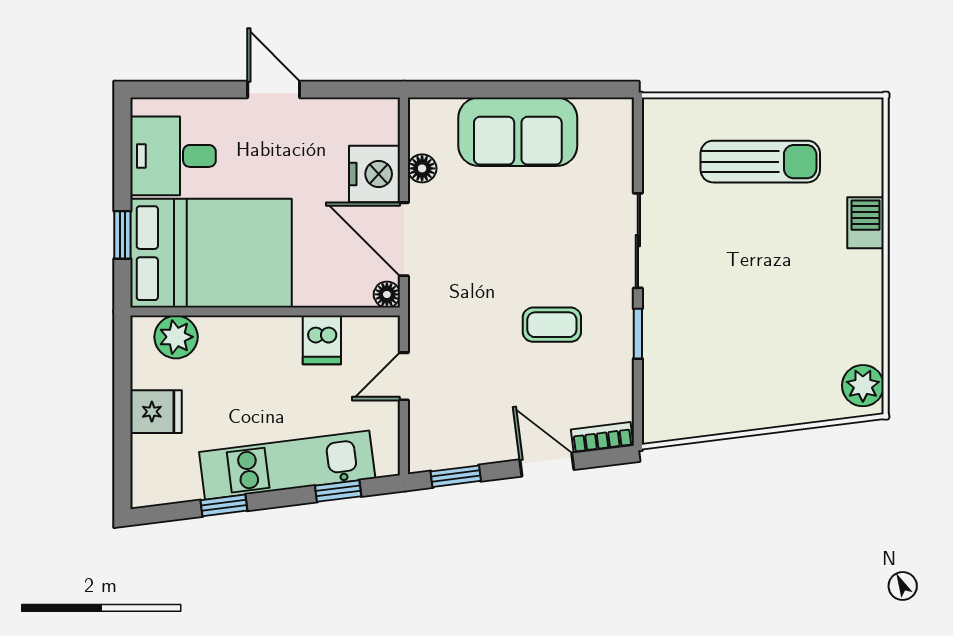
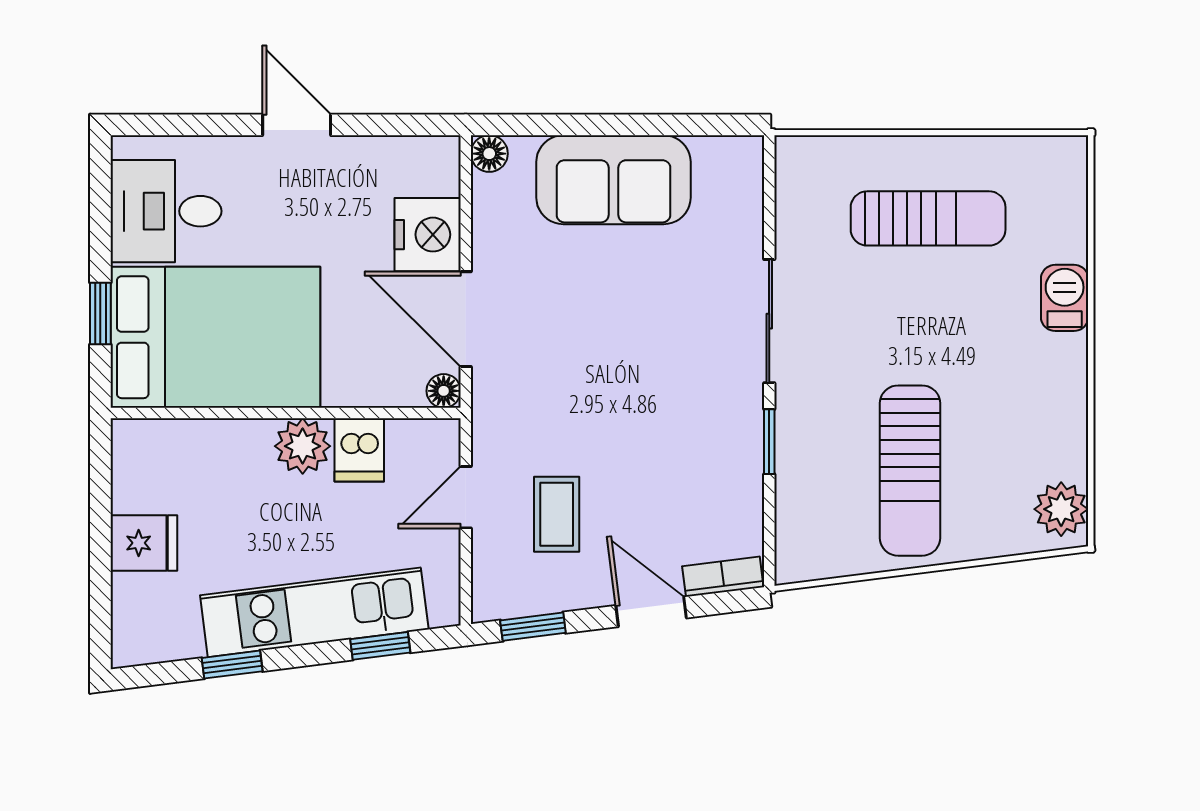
floor lamp: (422, 168) -> (489, 154), moved
coffee table: (552, 325) -> (557, 514), moved, turned 90
plant: (176, 337) -> (303, 446), moved
sun lounger: (746, 356) -> (910, 471), added

